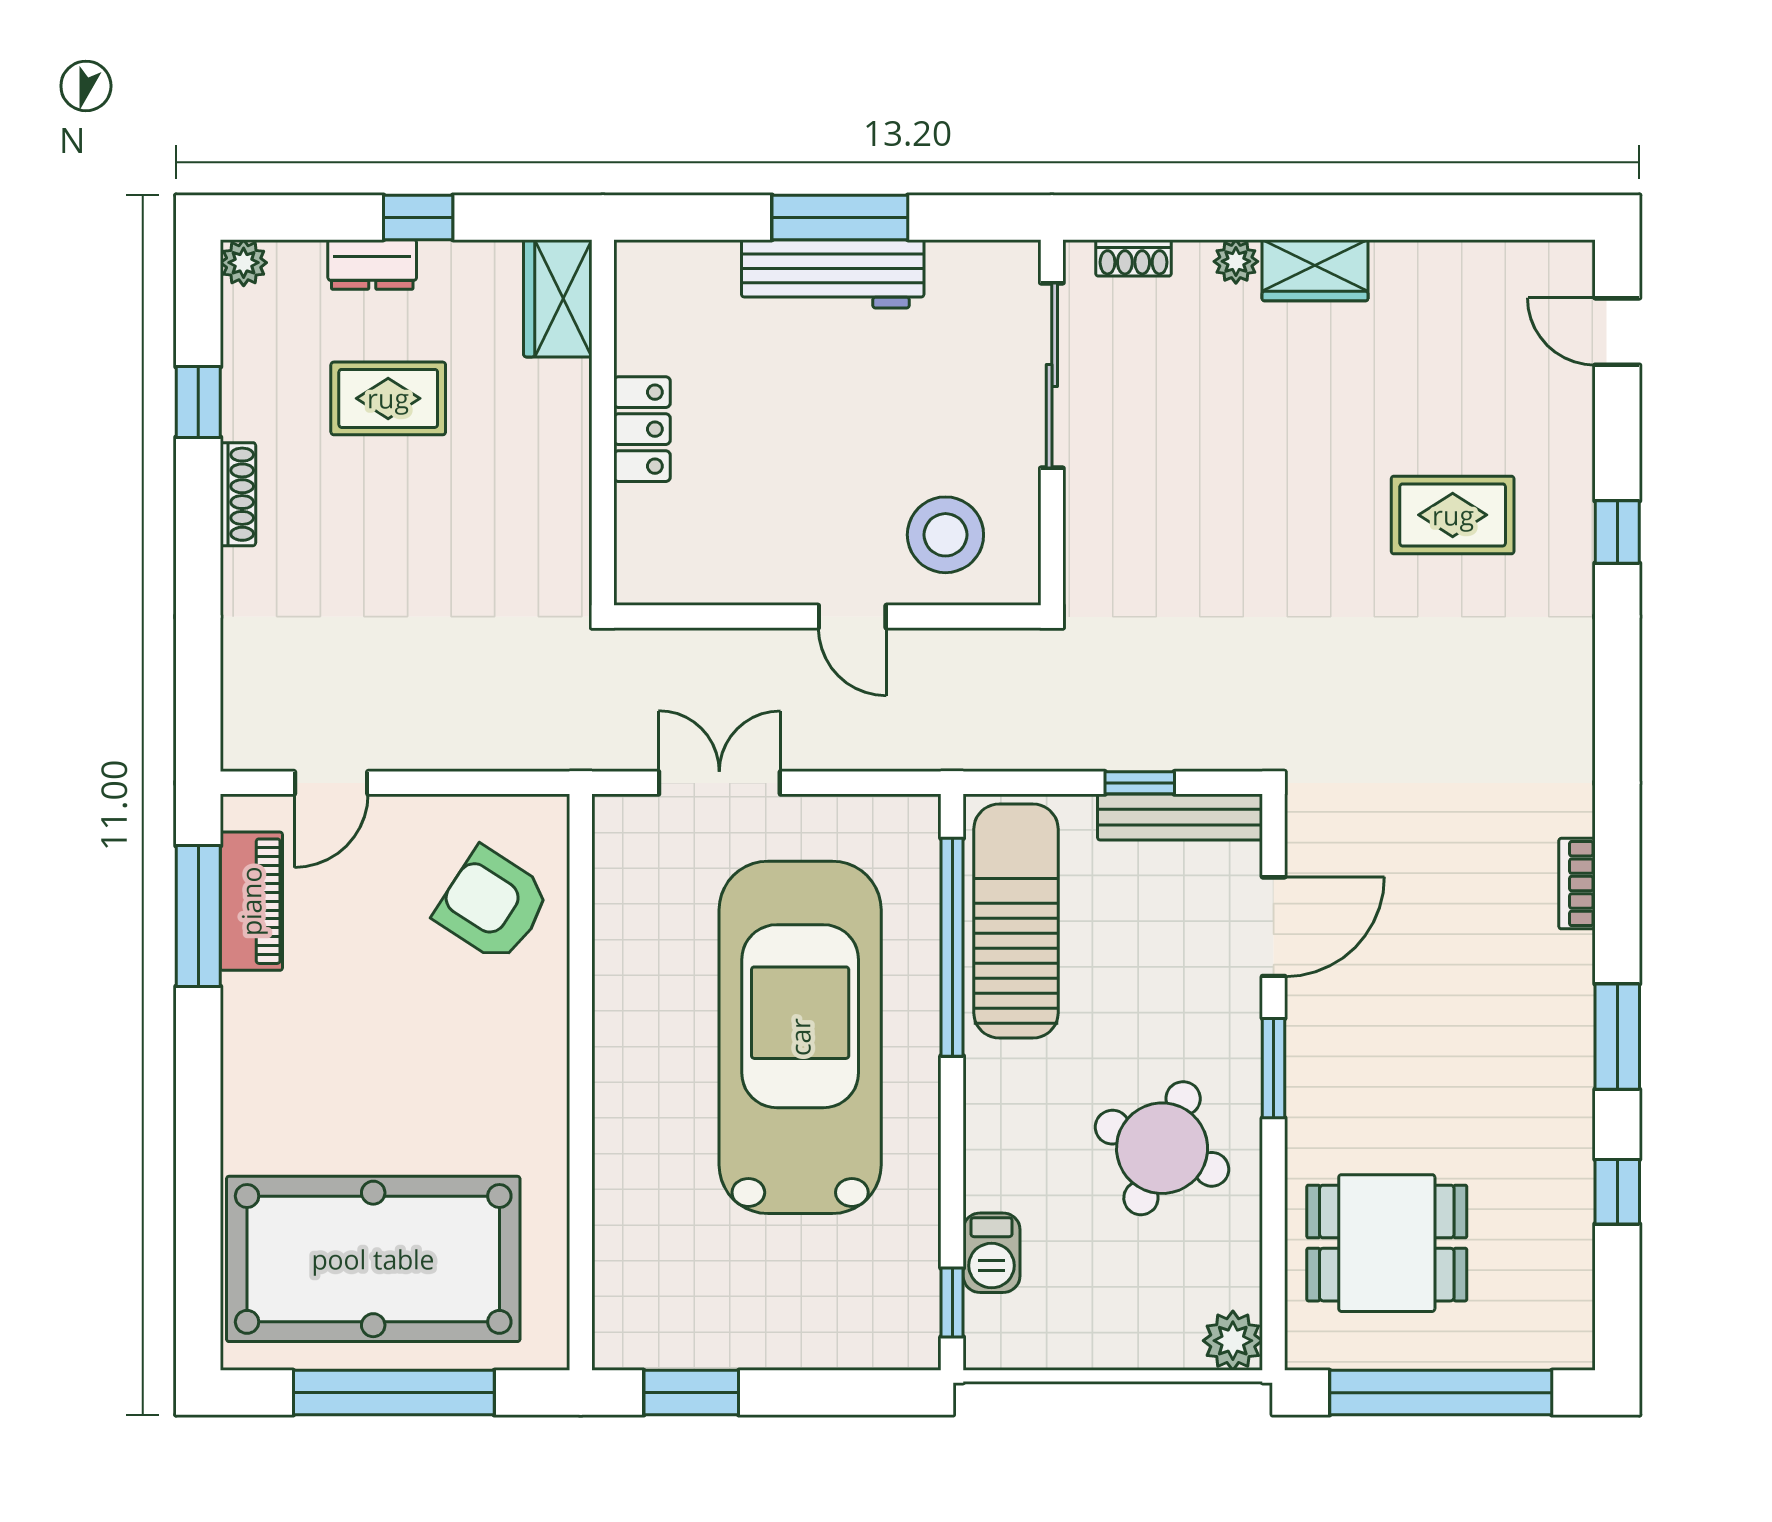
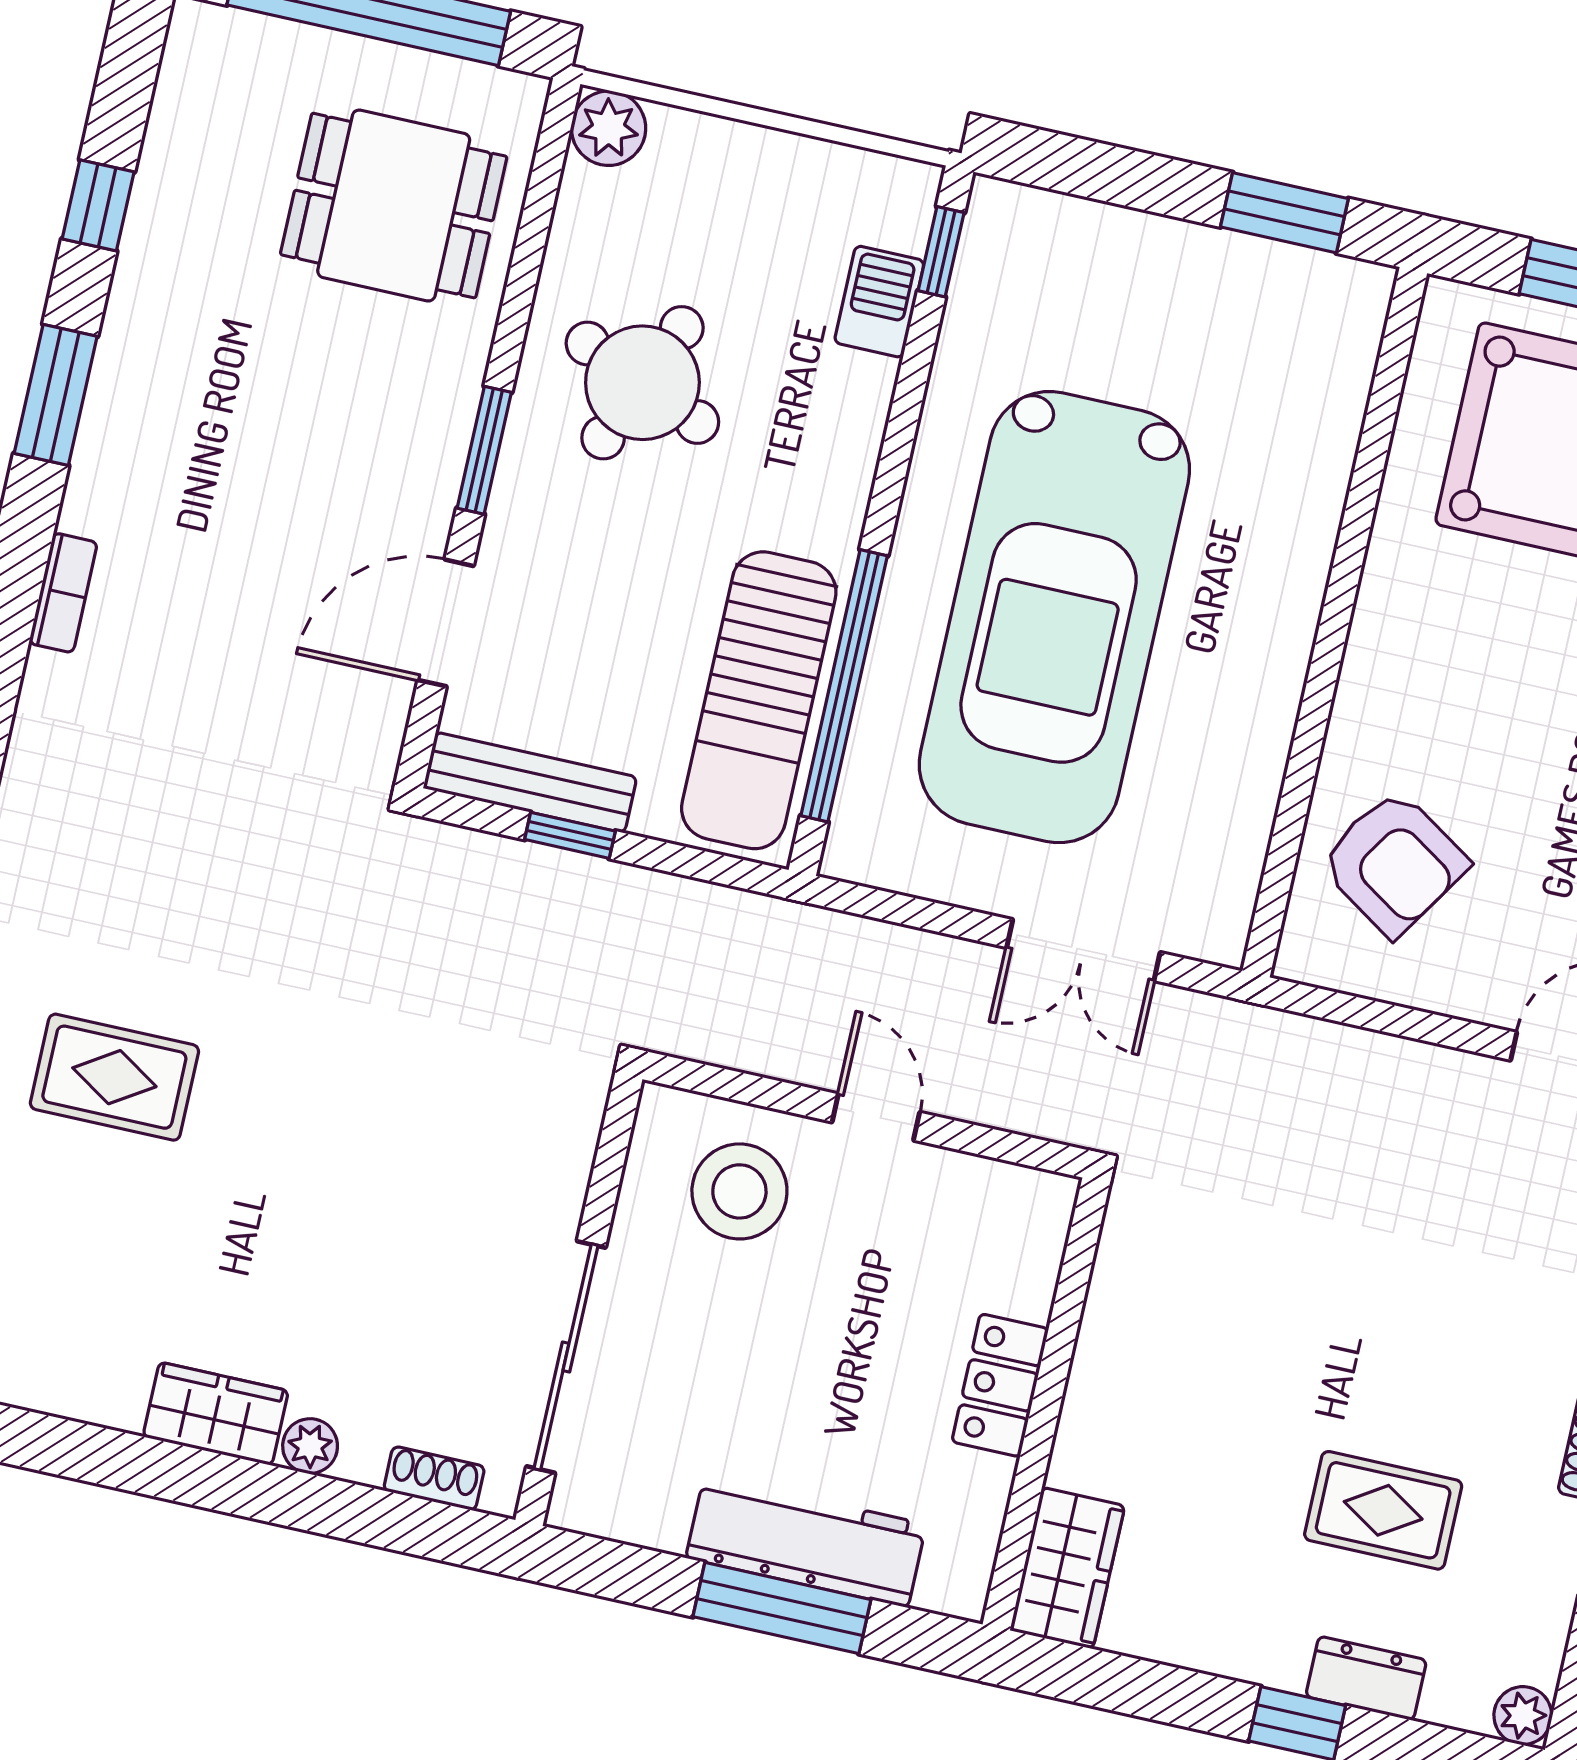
wardrobe: (558, 298) -> (1067, 1568), moved
wall: (603, 423) -> (1046, 1404), moved
locker: (642, 429) -> (1000, 1385), moved

